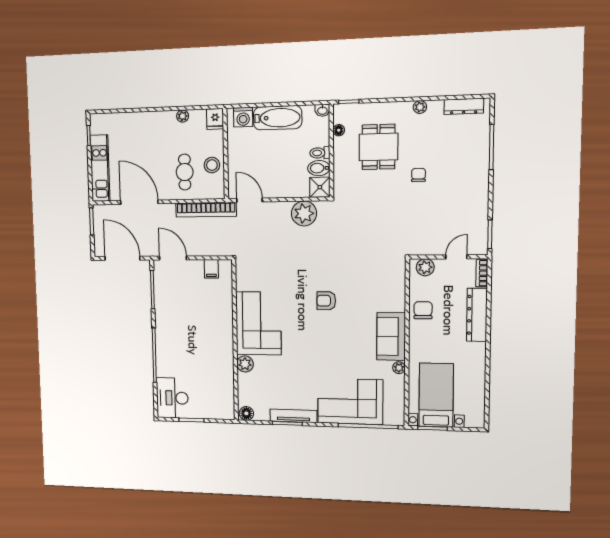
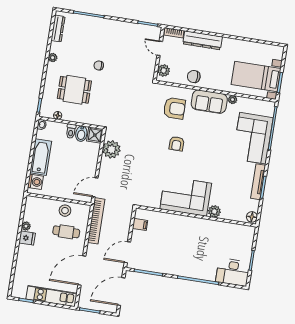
fridge: (215, 119) -> (27, 238), moved
armchair: (374, 290) -> (174, 108), added

